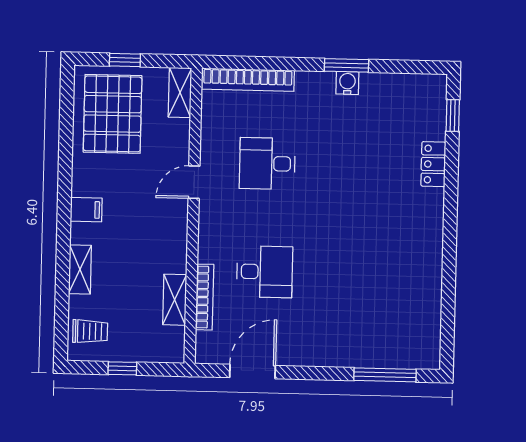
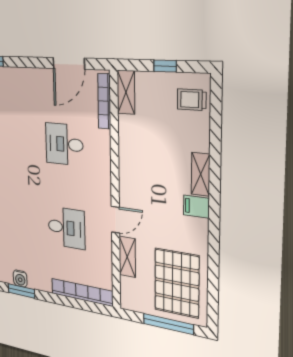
window: (125, 60) -> (168, 324), width x2.17
shelving: (180, 92) -> (127, 257), moved
shelving: (80, 269) -> (201, 174), moved
bookcase: (205, 297) -> (104, 101), moved
shelving: (175, 300) -> (126, 92), moved

